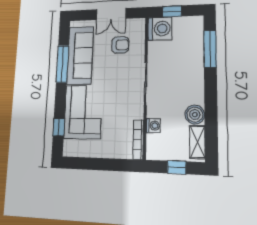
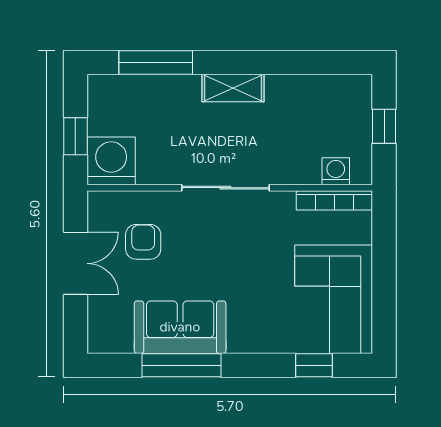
sofa: (80, 55) -> (180, 327), width x0.73
corner sofa: (83, 112) -> (334, 299), moved, turned -90
boiler: (195, 115) -> (284, 92), removed
washing machine: (153, 126) -> (336, 171), moved
shelving: (197, 142) -> (233, 88), moved

